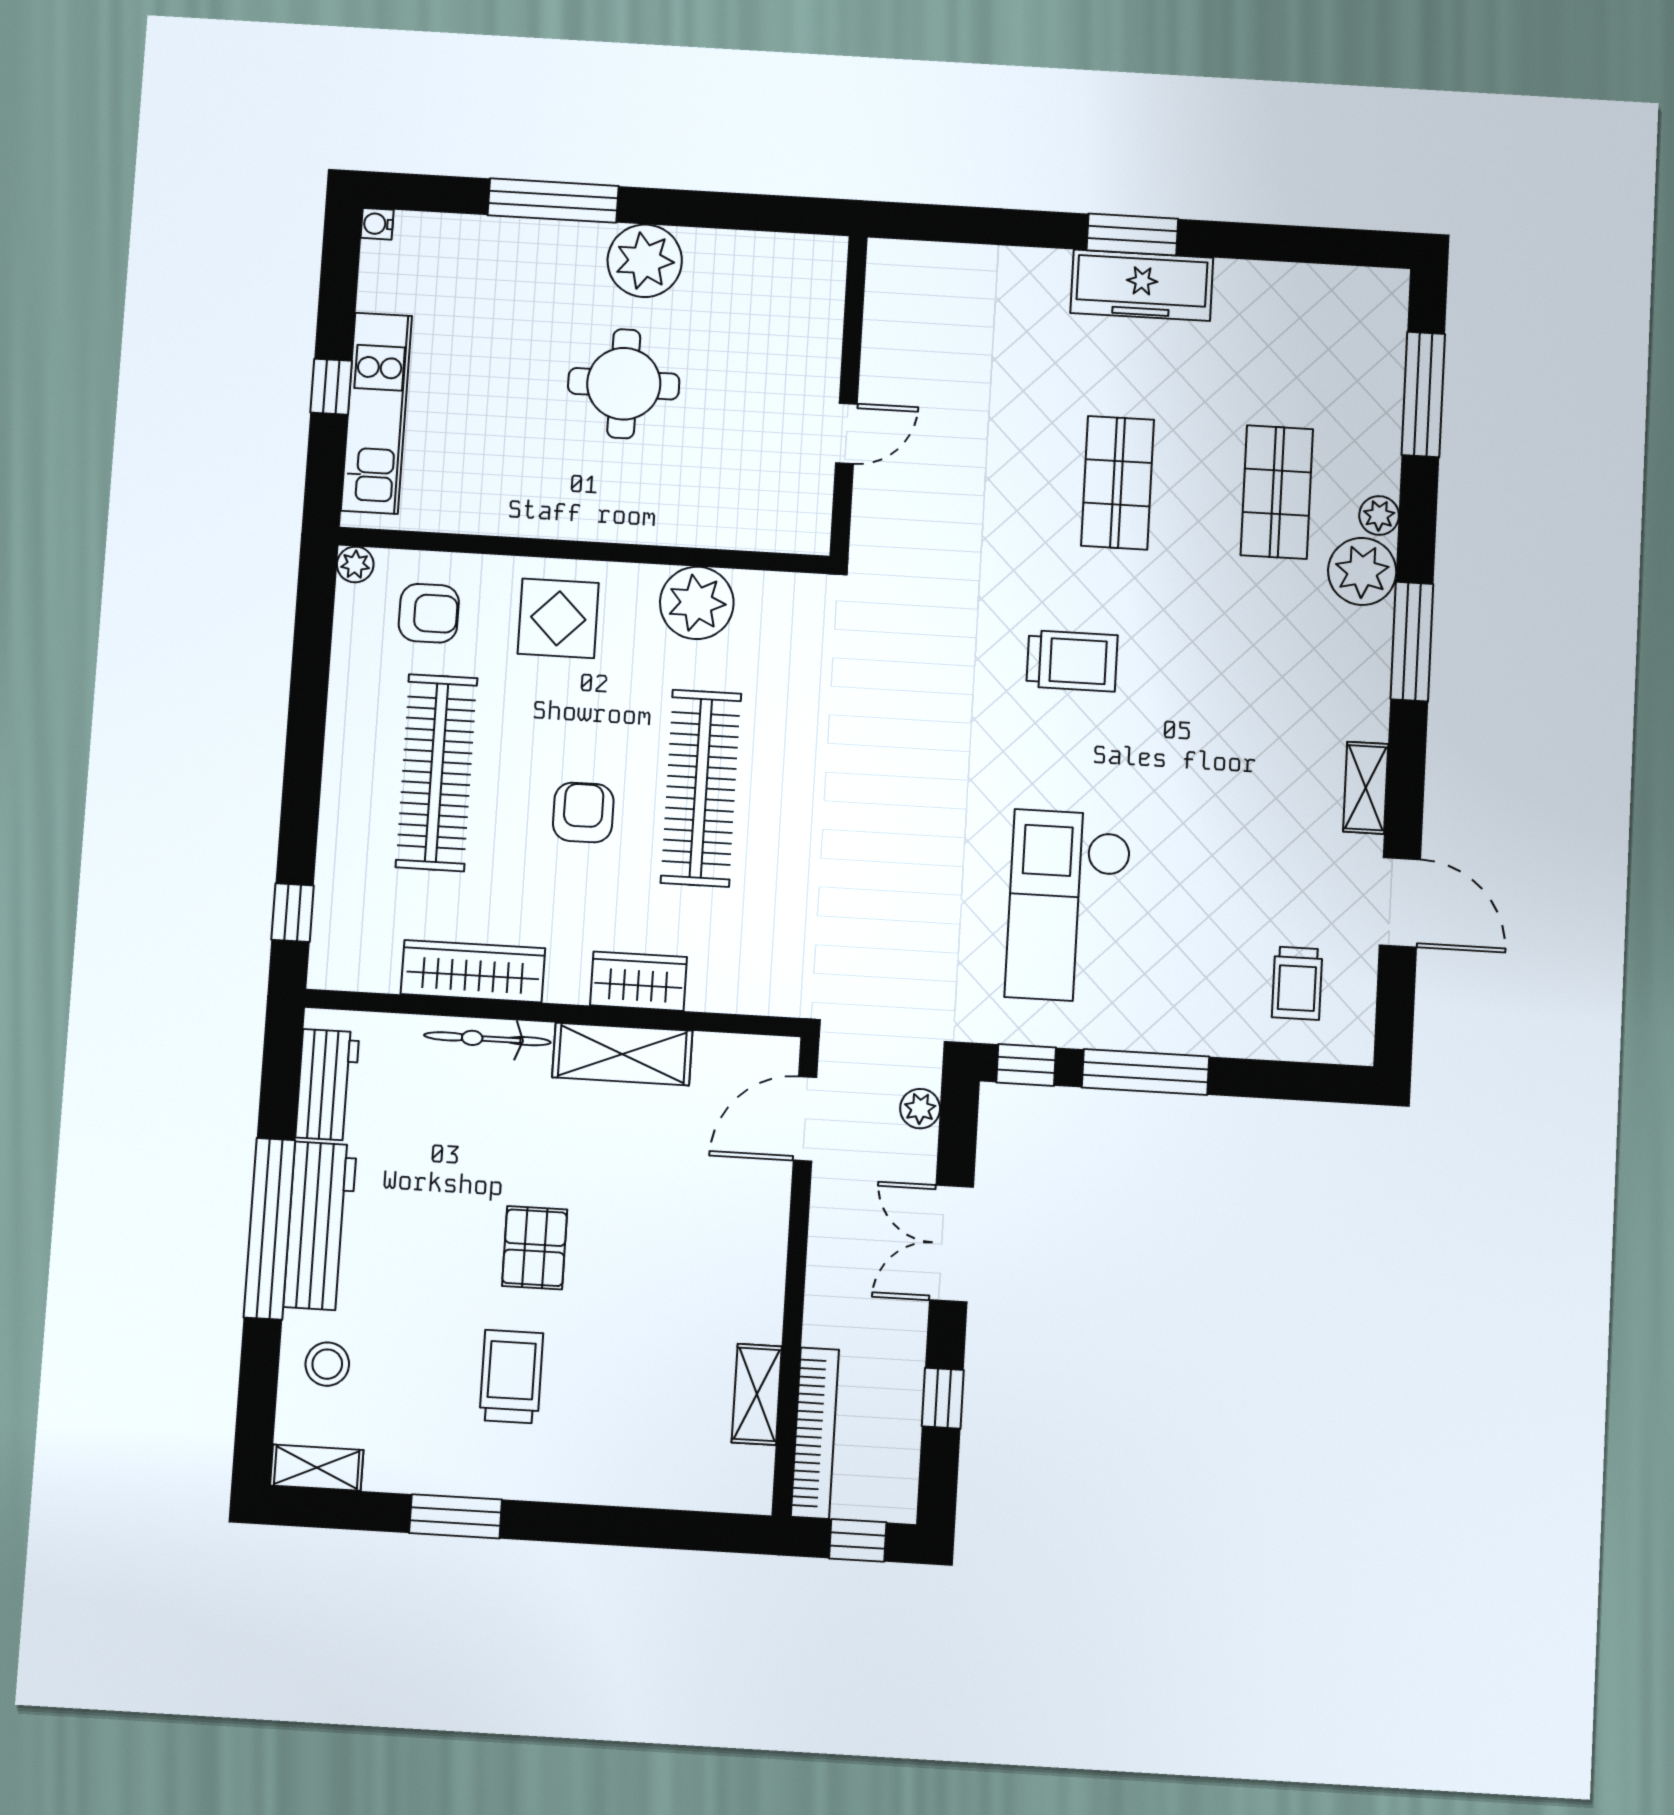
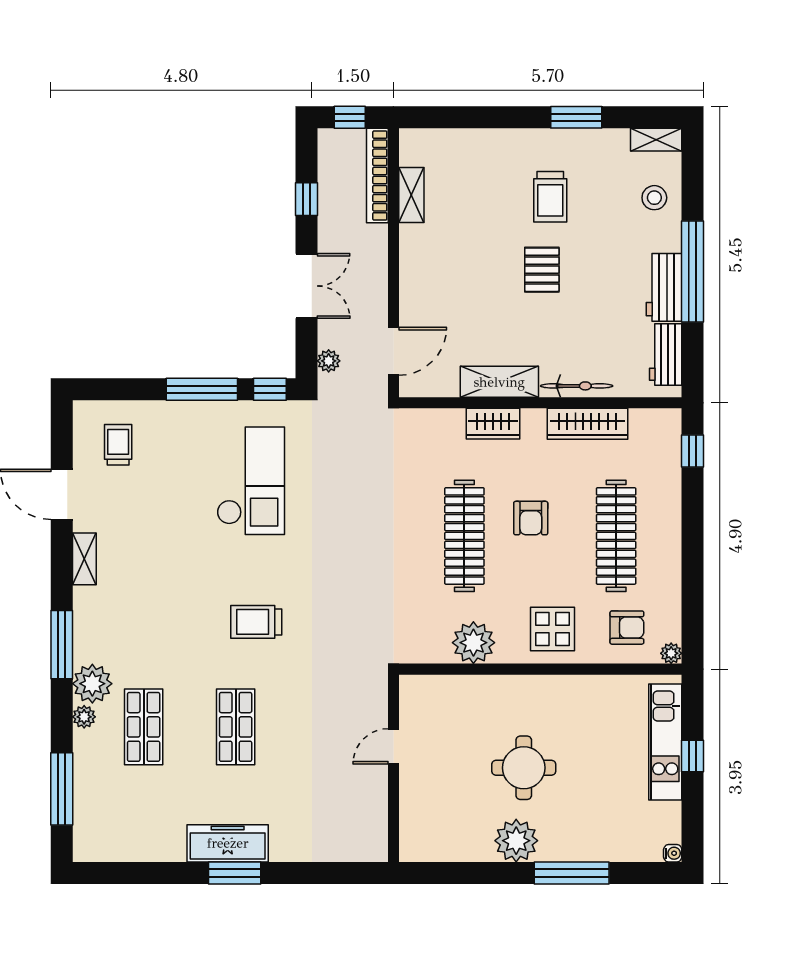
armchair: (429, 613) -> (627, 628), turned 180
workbench: (320, 1226) -> (664, 287), width x0.73

